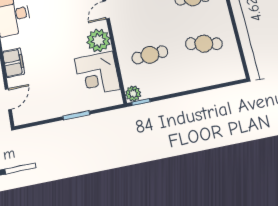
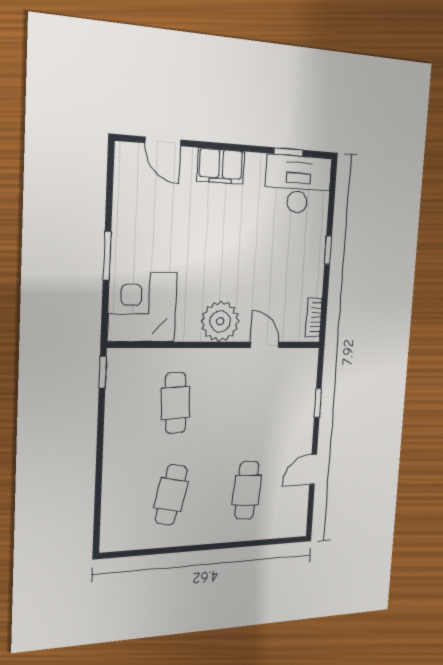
corner desk: (97, 74) -> (142, 307), moved
plant: (133, 94) -> (120, 362), removed

